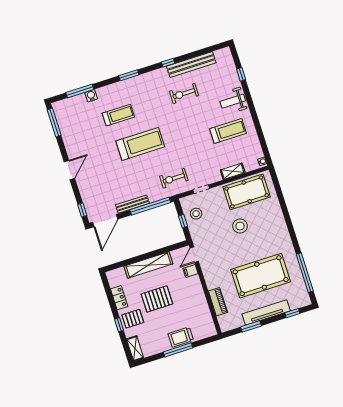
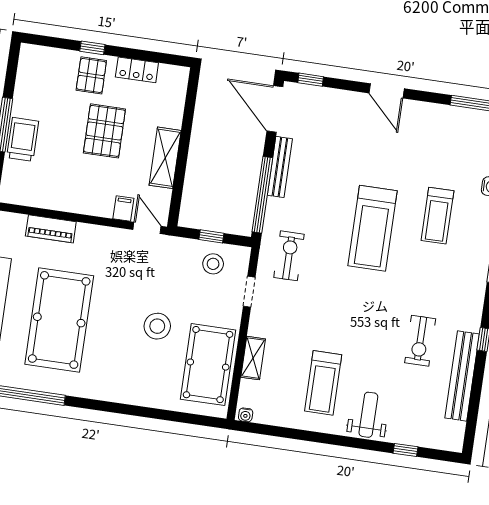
exercise bike: (184, 93) -> (420, 341), turned 180
shelving: (148, 265) -> (165, 158), width x0.68
shelving: (135, 348) -> (41, 55), removed

